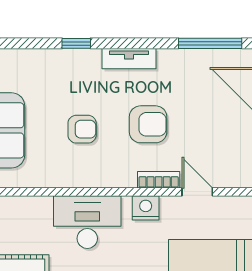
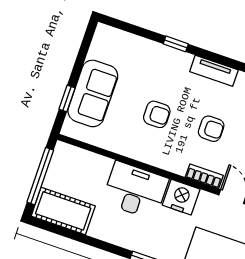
armchair: (148, 124) -> (211, 129), width x0.72, depth x0.72
nightstand: (146, 208) -> (181, 197), width x1.36, depth x1.33

